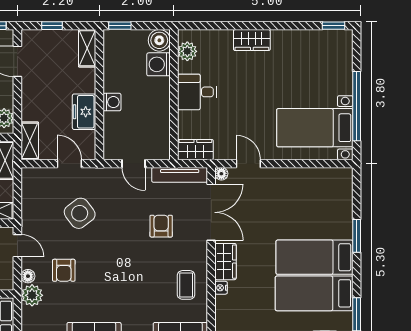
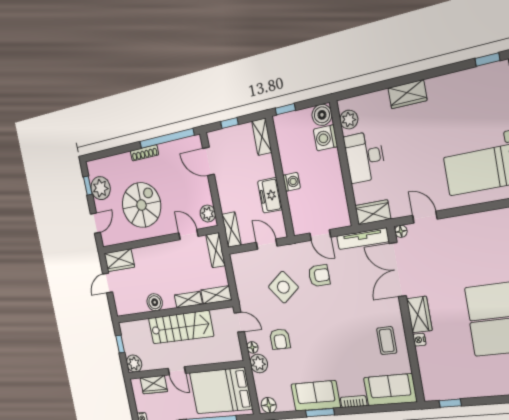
desk: (197, 92) -> (365, 157), width x1.37
double door: (211, 212) -> (398, 270), swing flipped
armchair: (161, 226) -> (319, 276), moved, turned 90

